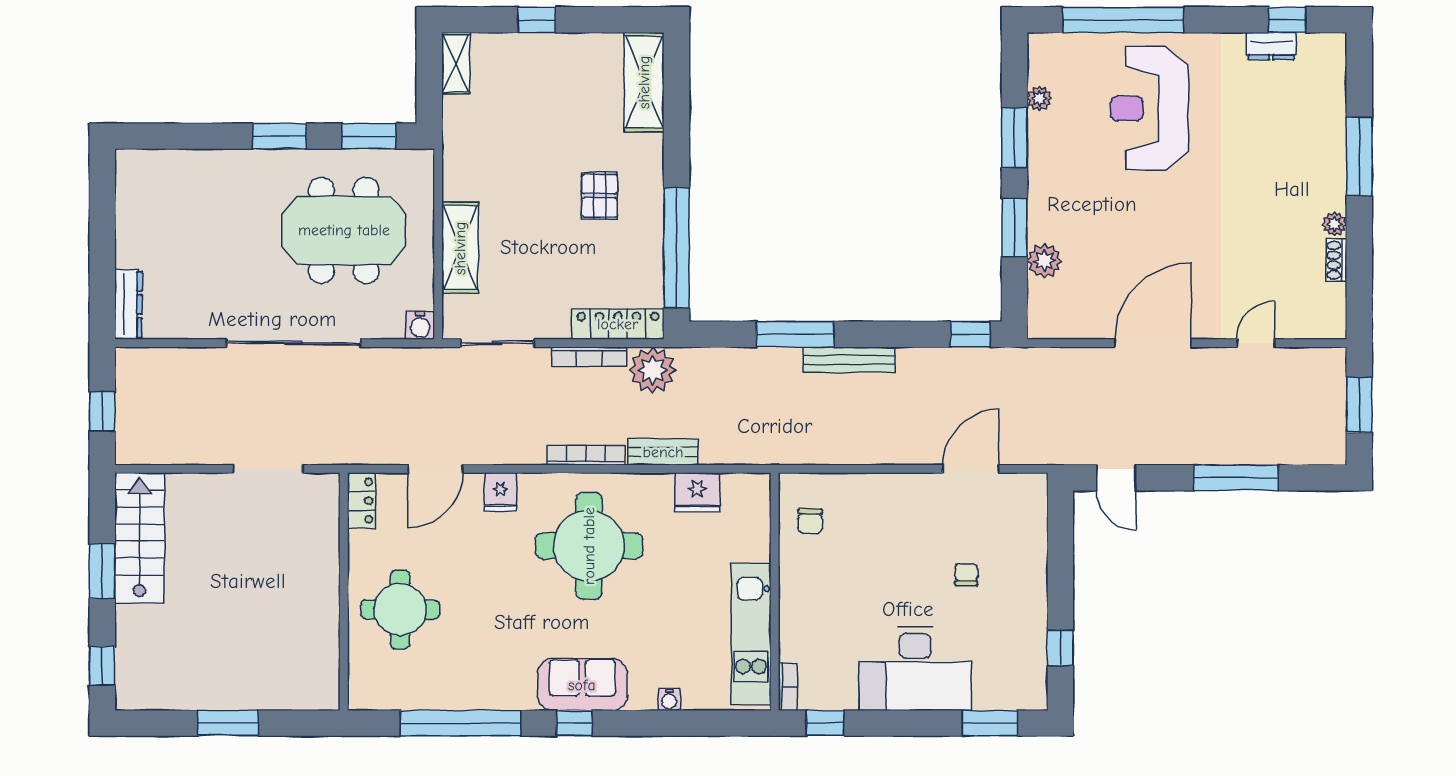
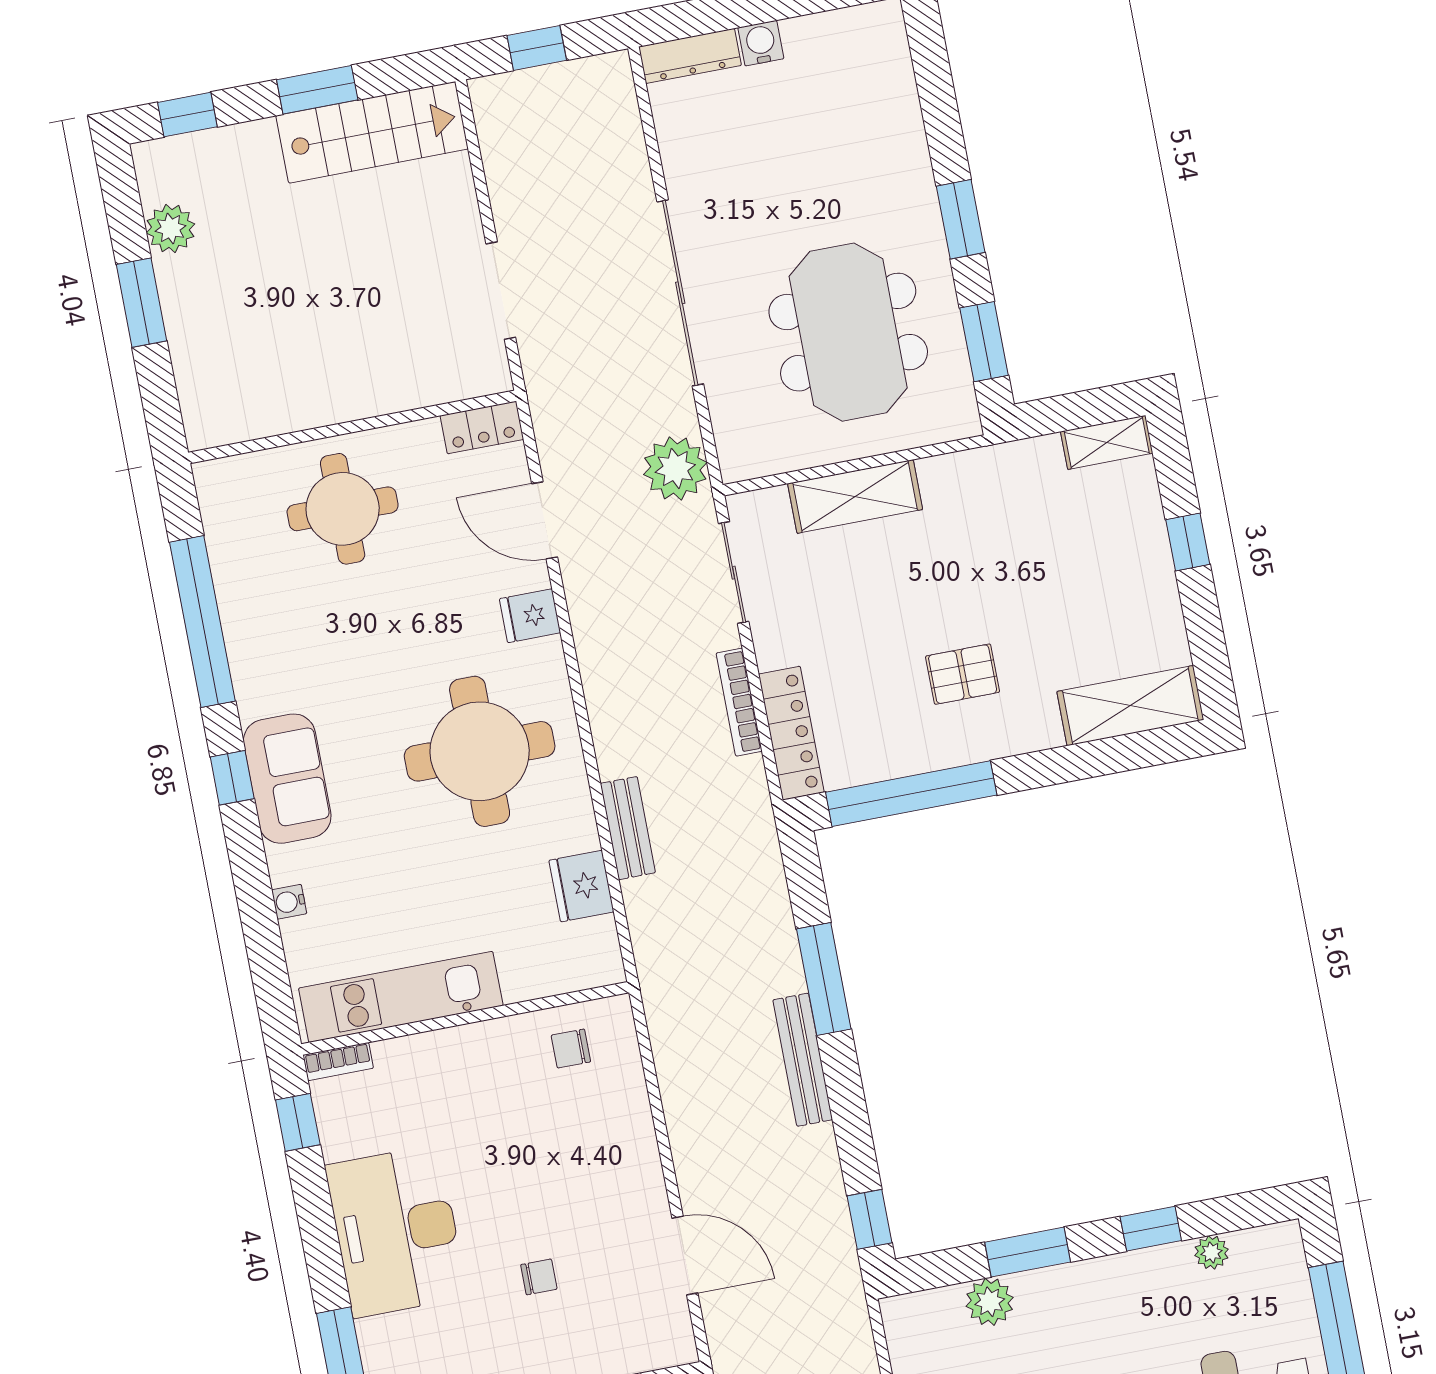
window: (1014, 138) -> (1151, 1229), width x0.67
water cooler: (420, 325) -> (761, 43), moved, turned 90
plant: (653, 370) -> (675, 468), moved
bookcase: (586, 455) -> (603, 724), removed
plant: (180, 693) -> (170, 229), added

